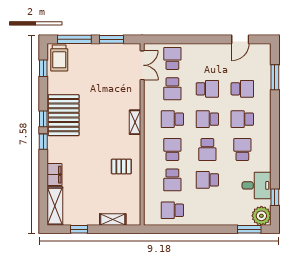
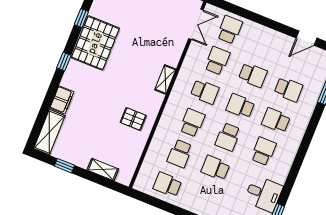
school desk: (172, 89) -> (217, 61), turned 180
window: (43, 119) -> (81, 18), moved
school desk: (172, 119) -> (205, 92), turned 180

